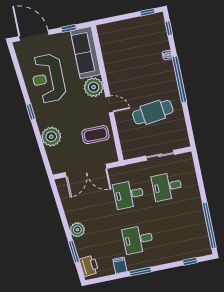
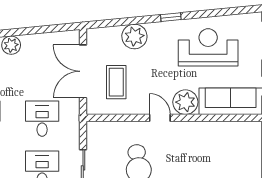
door: (110, 104) -> (160, 118), swing flipped
coffee table: (95, 135) -> (116, 82), moved

